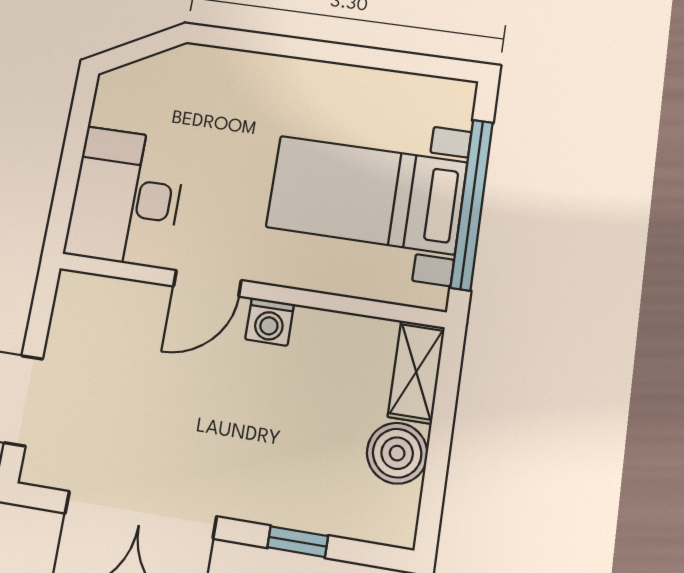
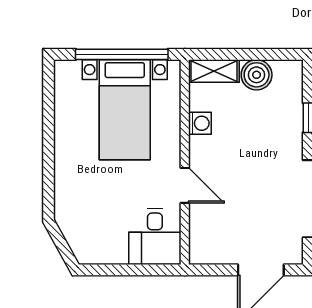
desk: (126, 197) -> (155, 237), width x0.73
washing machine: (270, 322) -> (200, 123), moved

